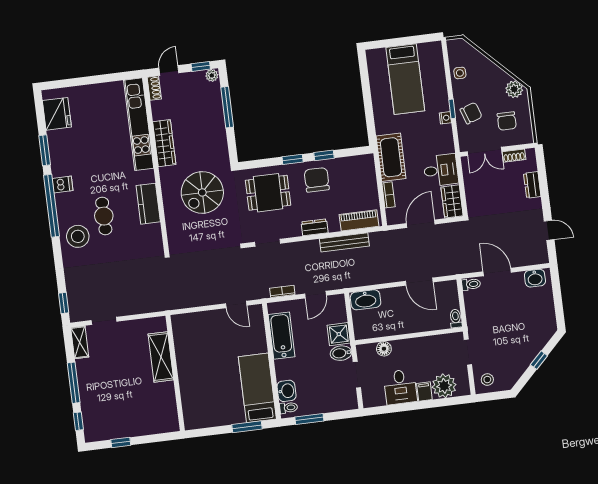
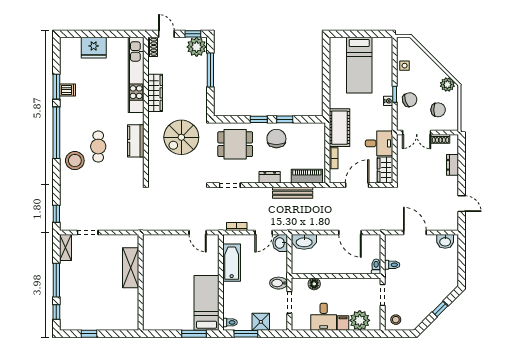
door: (169, 70) -> (166, 34), hinge flipped
plant: (212, 75) -> (197, 47), width x1.88, depth x1.88
fridge: (57, 114) -> (94, 48), moved, turned 90
chair: (507, 121) -> (438, 110), turned -90
dishwasher: (63, 184) -> (68, 90), moved
toilet: (471, 284) -> (392, 265), moved
shower: (339, 334) -> (261, 322), moved
washbasin: (287, 391) -> (280, 243), moved, turned 180

